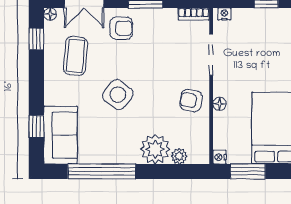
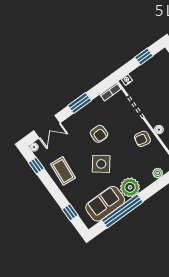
armchair: (121, 28) -> (99, 134), moved, turned 90
coffee table: (76, 56) -> (63, 171), moved
sofa: (60, 135) -> (105, 204), moved, turned -90
plant: (155, 149) -> (130, 187), moved

